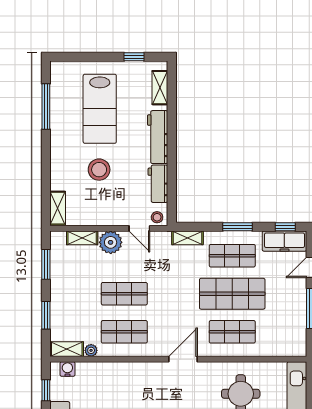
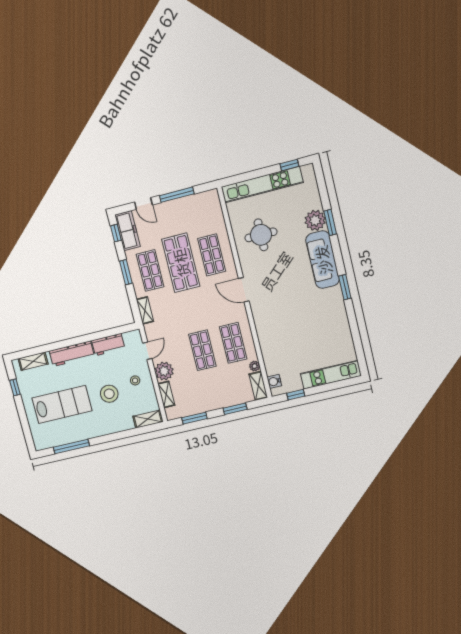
stool: (157, 217) -> (135, 380), moved

